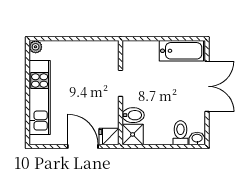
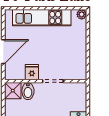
fridge: (109, 136) -> (32, 72), moved

